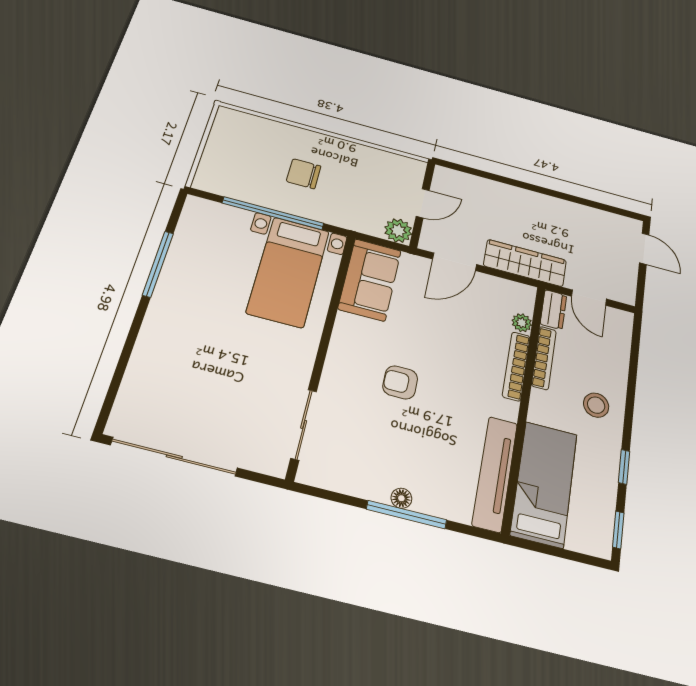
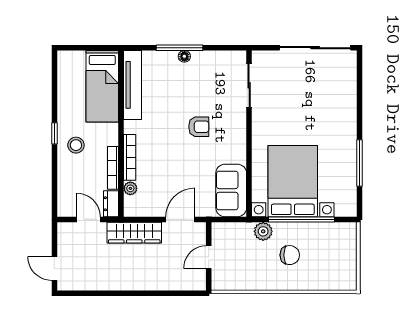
plant: (398, 231) -> (263, 231), moved
bed with nightstands: (288, 271) -> (293, 181), width x1.36
window: (624, 467) -> (54, 133), moved
window: (618, 530) -> (54, 70), removed

